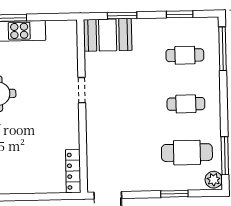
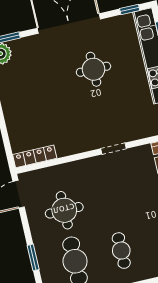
round table: (133, 153) -> (64, 210), added

